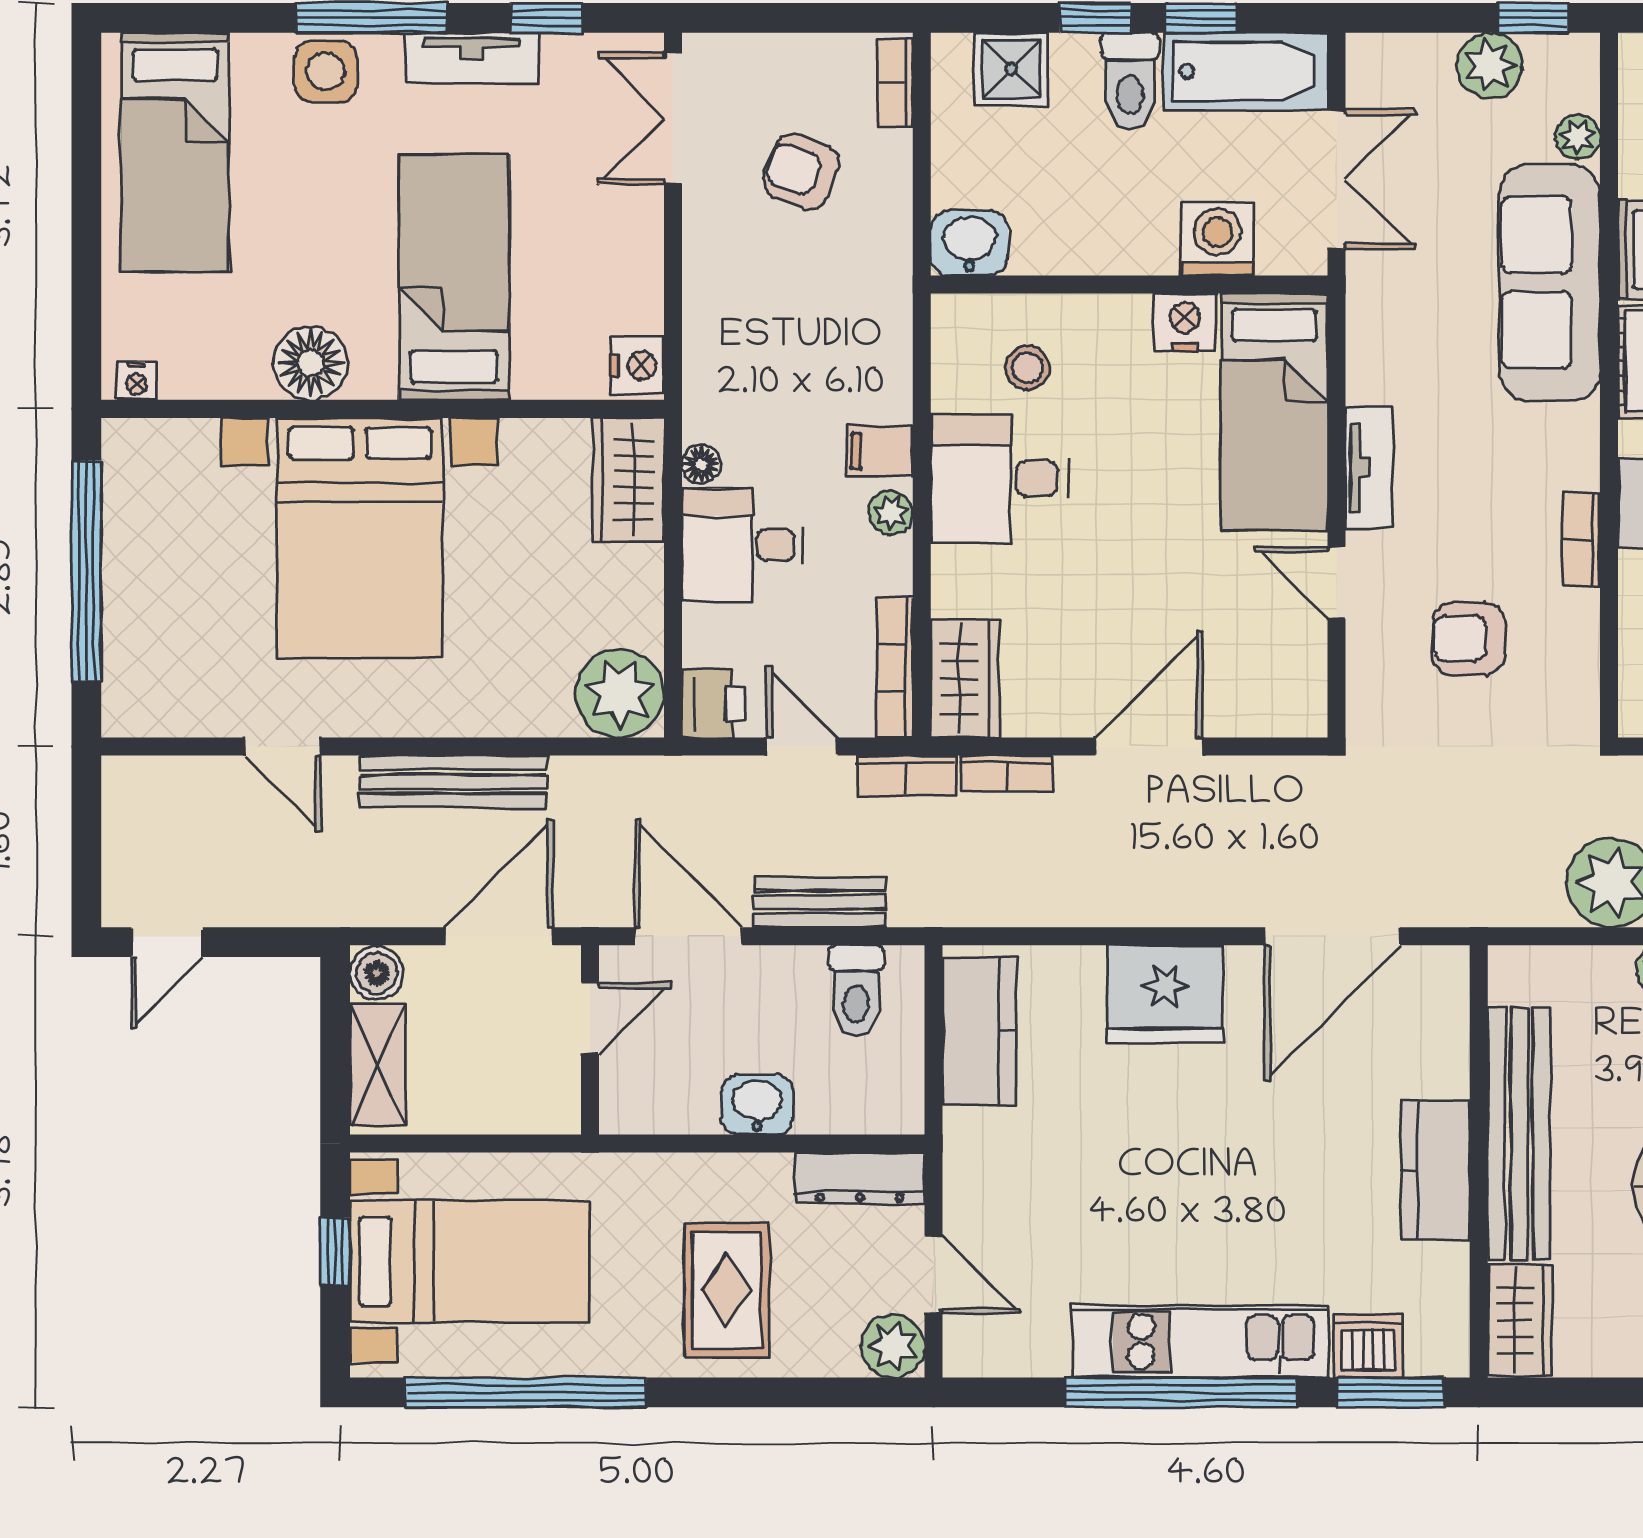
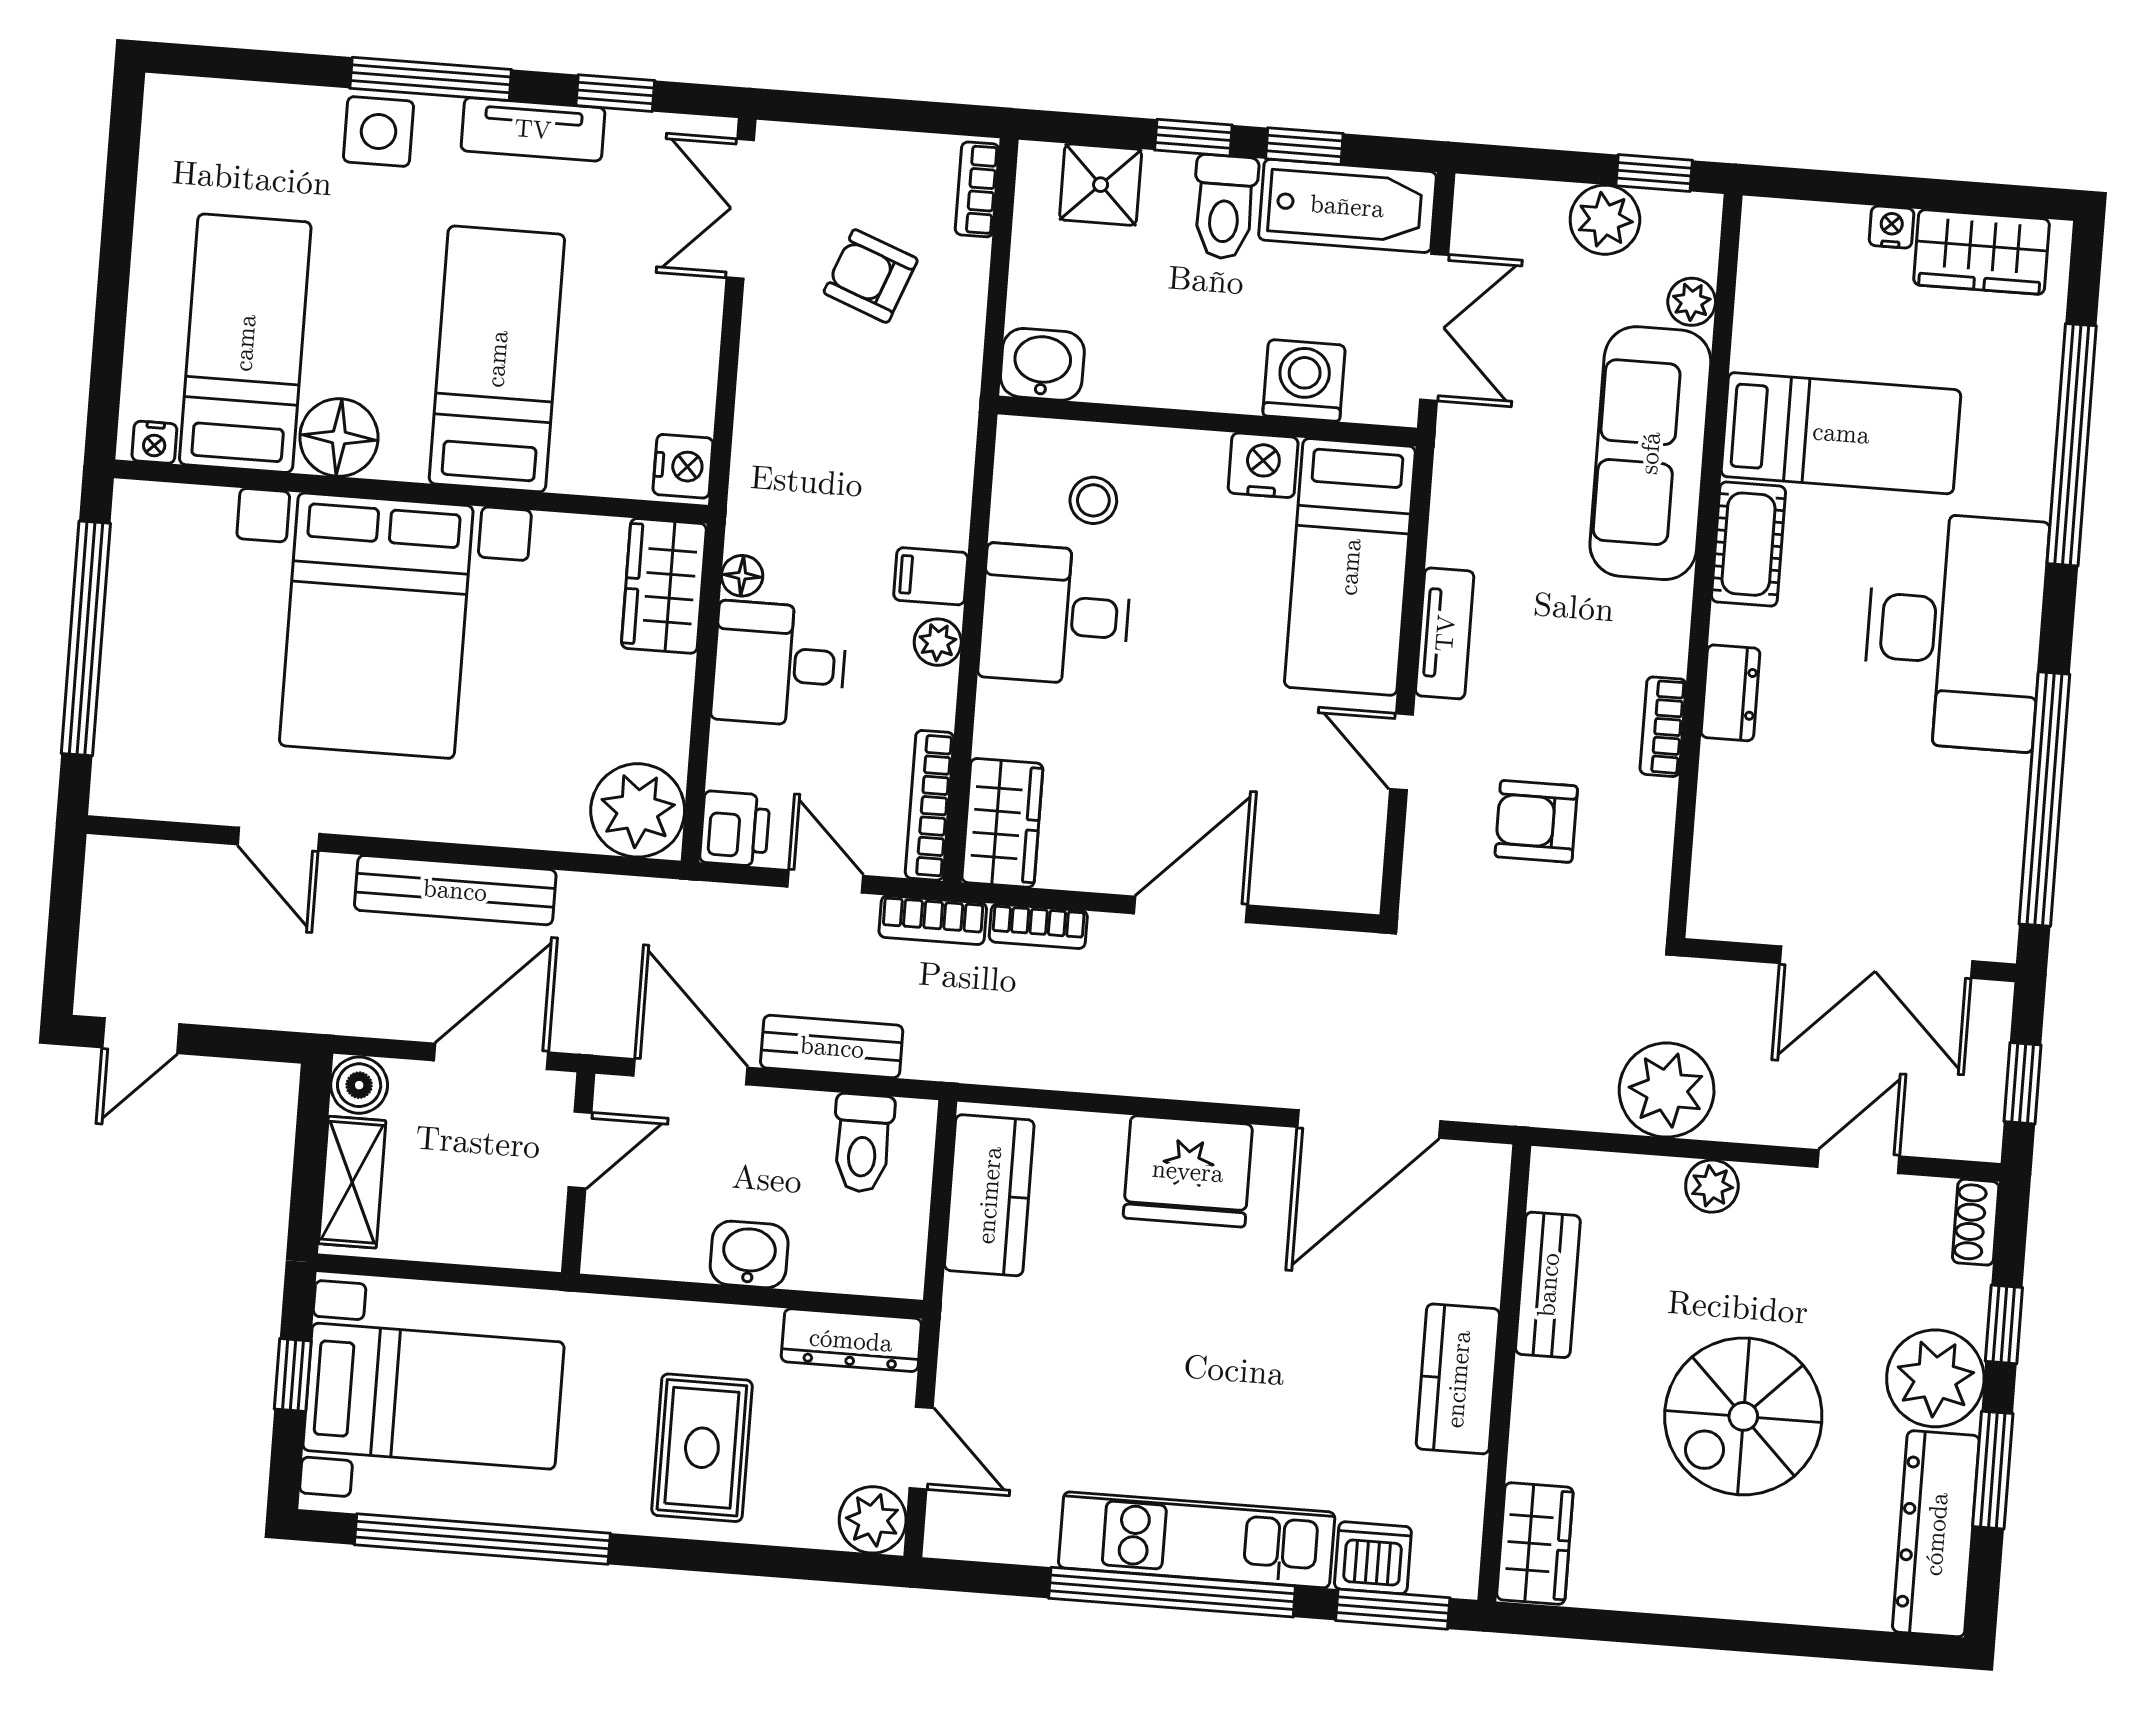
bed: (175, 152) -> (245, 343), moved, turned 180
bench: (1519, 1134) -> (1548, 1285), width x0.54, depth x0.82

